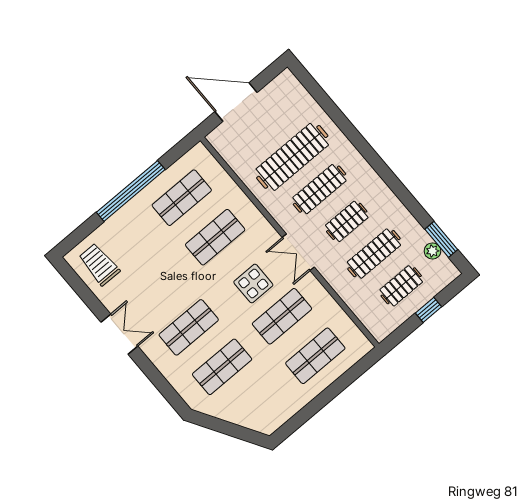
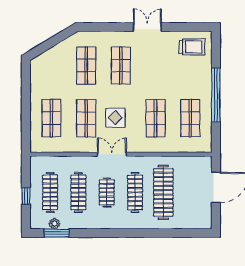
clothes rail: (401, 286) -> (50, 192), width x1.36
double door: (119, 334) -> (147, 27), swing flipped

